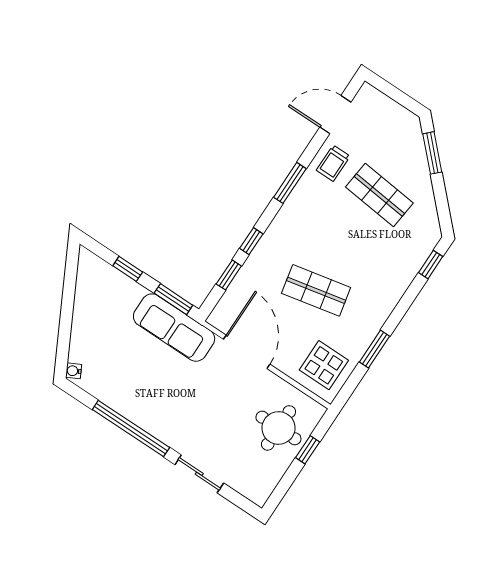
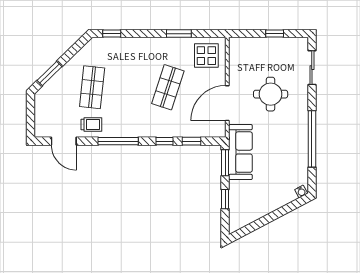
window: (290, 183) -> (118, 141), width x1.44
shop shelf: (316, 290) -> (168, 87), turned 30
round table: (278, 428) -> (271, 94), moved
window: (308, 450) -> (275, 34), moved
sliding door: (199, 474) -> (312, 68), moved

